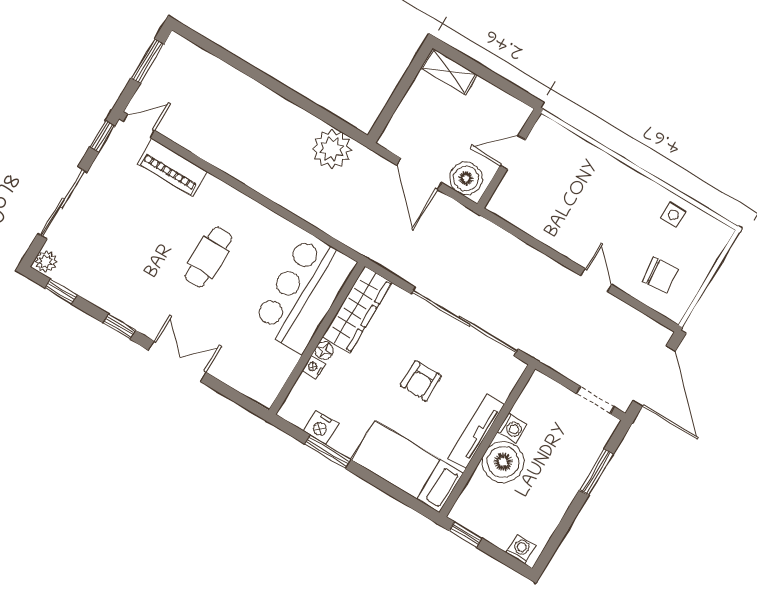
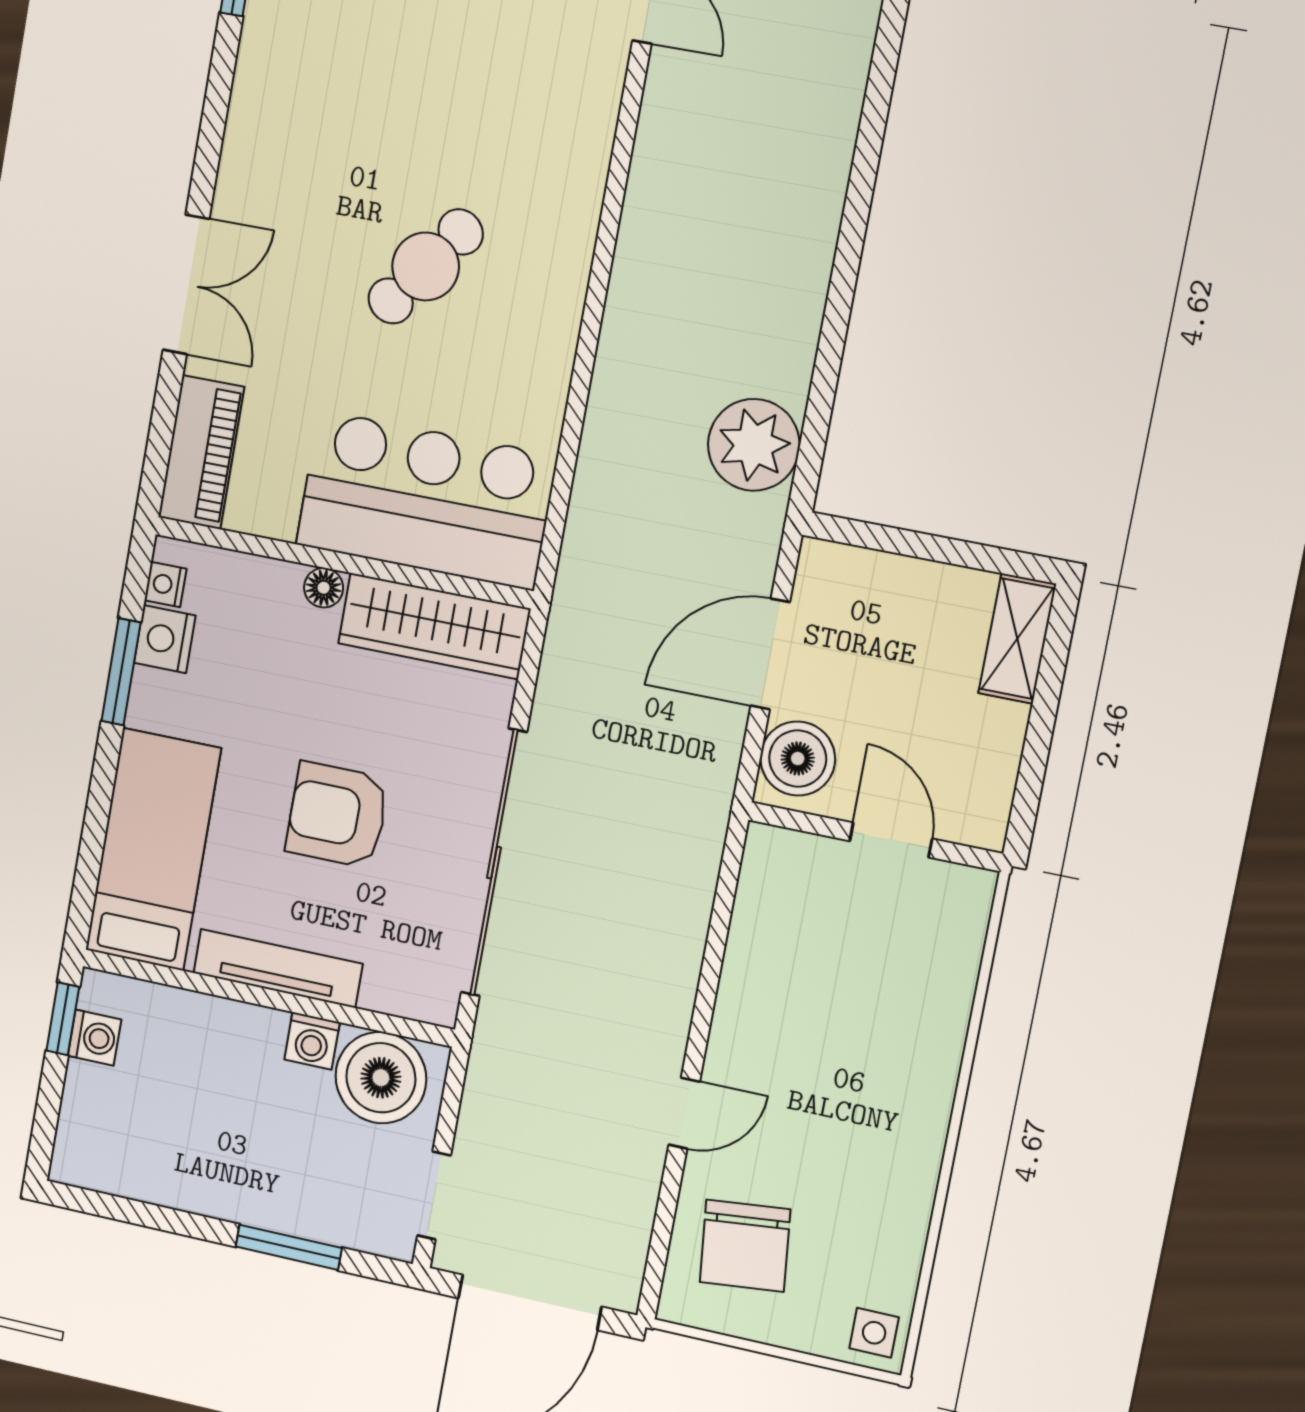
piano: (172, 167) -> (201, 452), moved, turned 180
side table: (673, 215) -> (874, 1333), moved
cafe table: (208, 257) -> (426, 266), turned -54
chair: (660, 275) -> (745, 1246), width x1.37, depth x1.37
window: (119, 326) -> (211, 133), removed
nightstand: (314, 367) -> (165, 584), moved, turned -90
armchair: (421, 381) -> (337, 815), width x1.38, depth x1.38
boiler: (503, 462) -> (381, 1078), moved
washing machine: (521, 549) -> (95, 1038), moved

